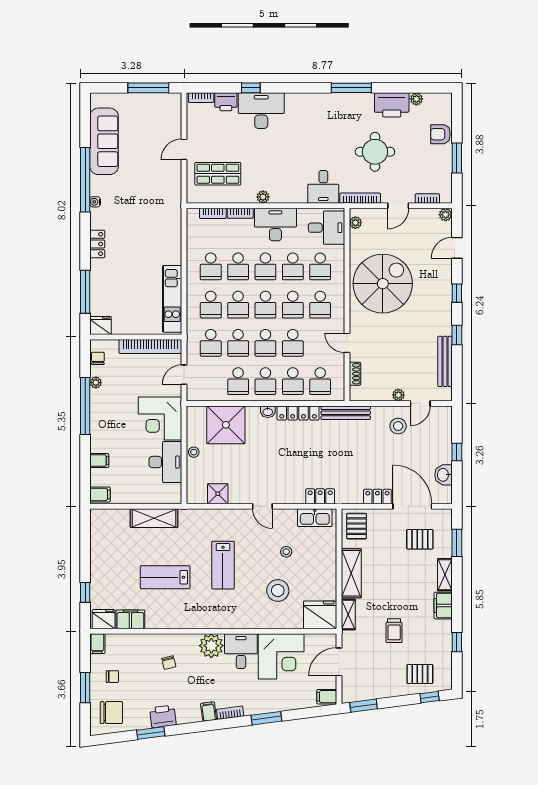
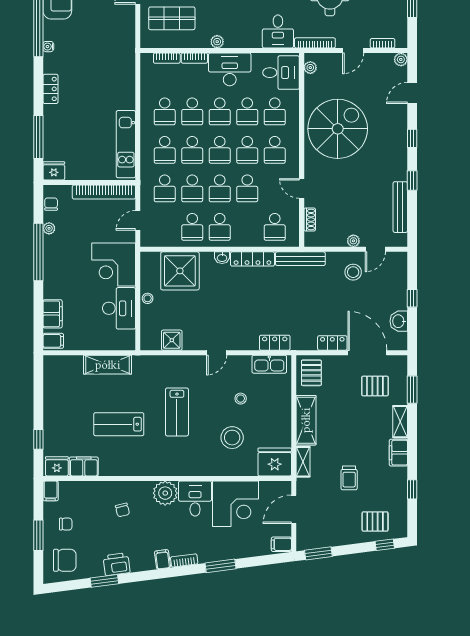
school desk: (293, 381) -> (247, 227), removed
filing cabinet: (99, 460) -> (53, 314), width x2.00
door: (262, 506) -> (217, 353), hinge flipped

